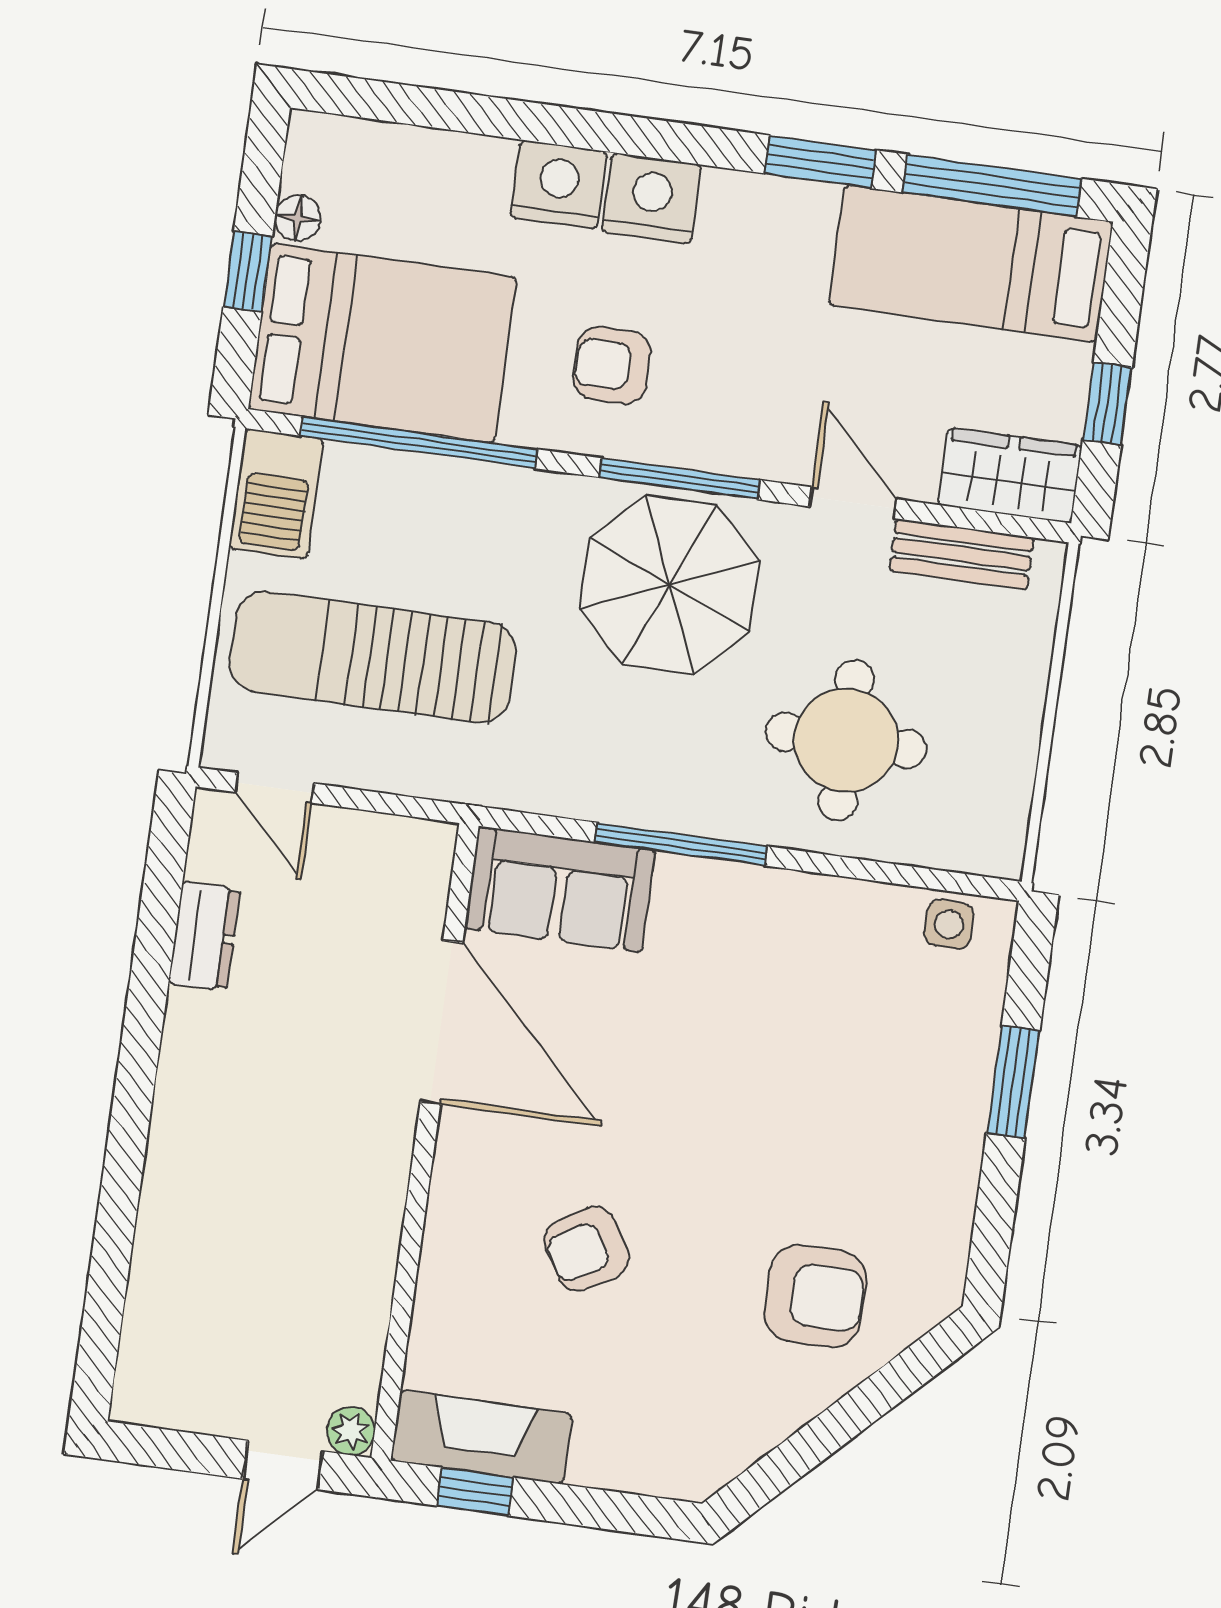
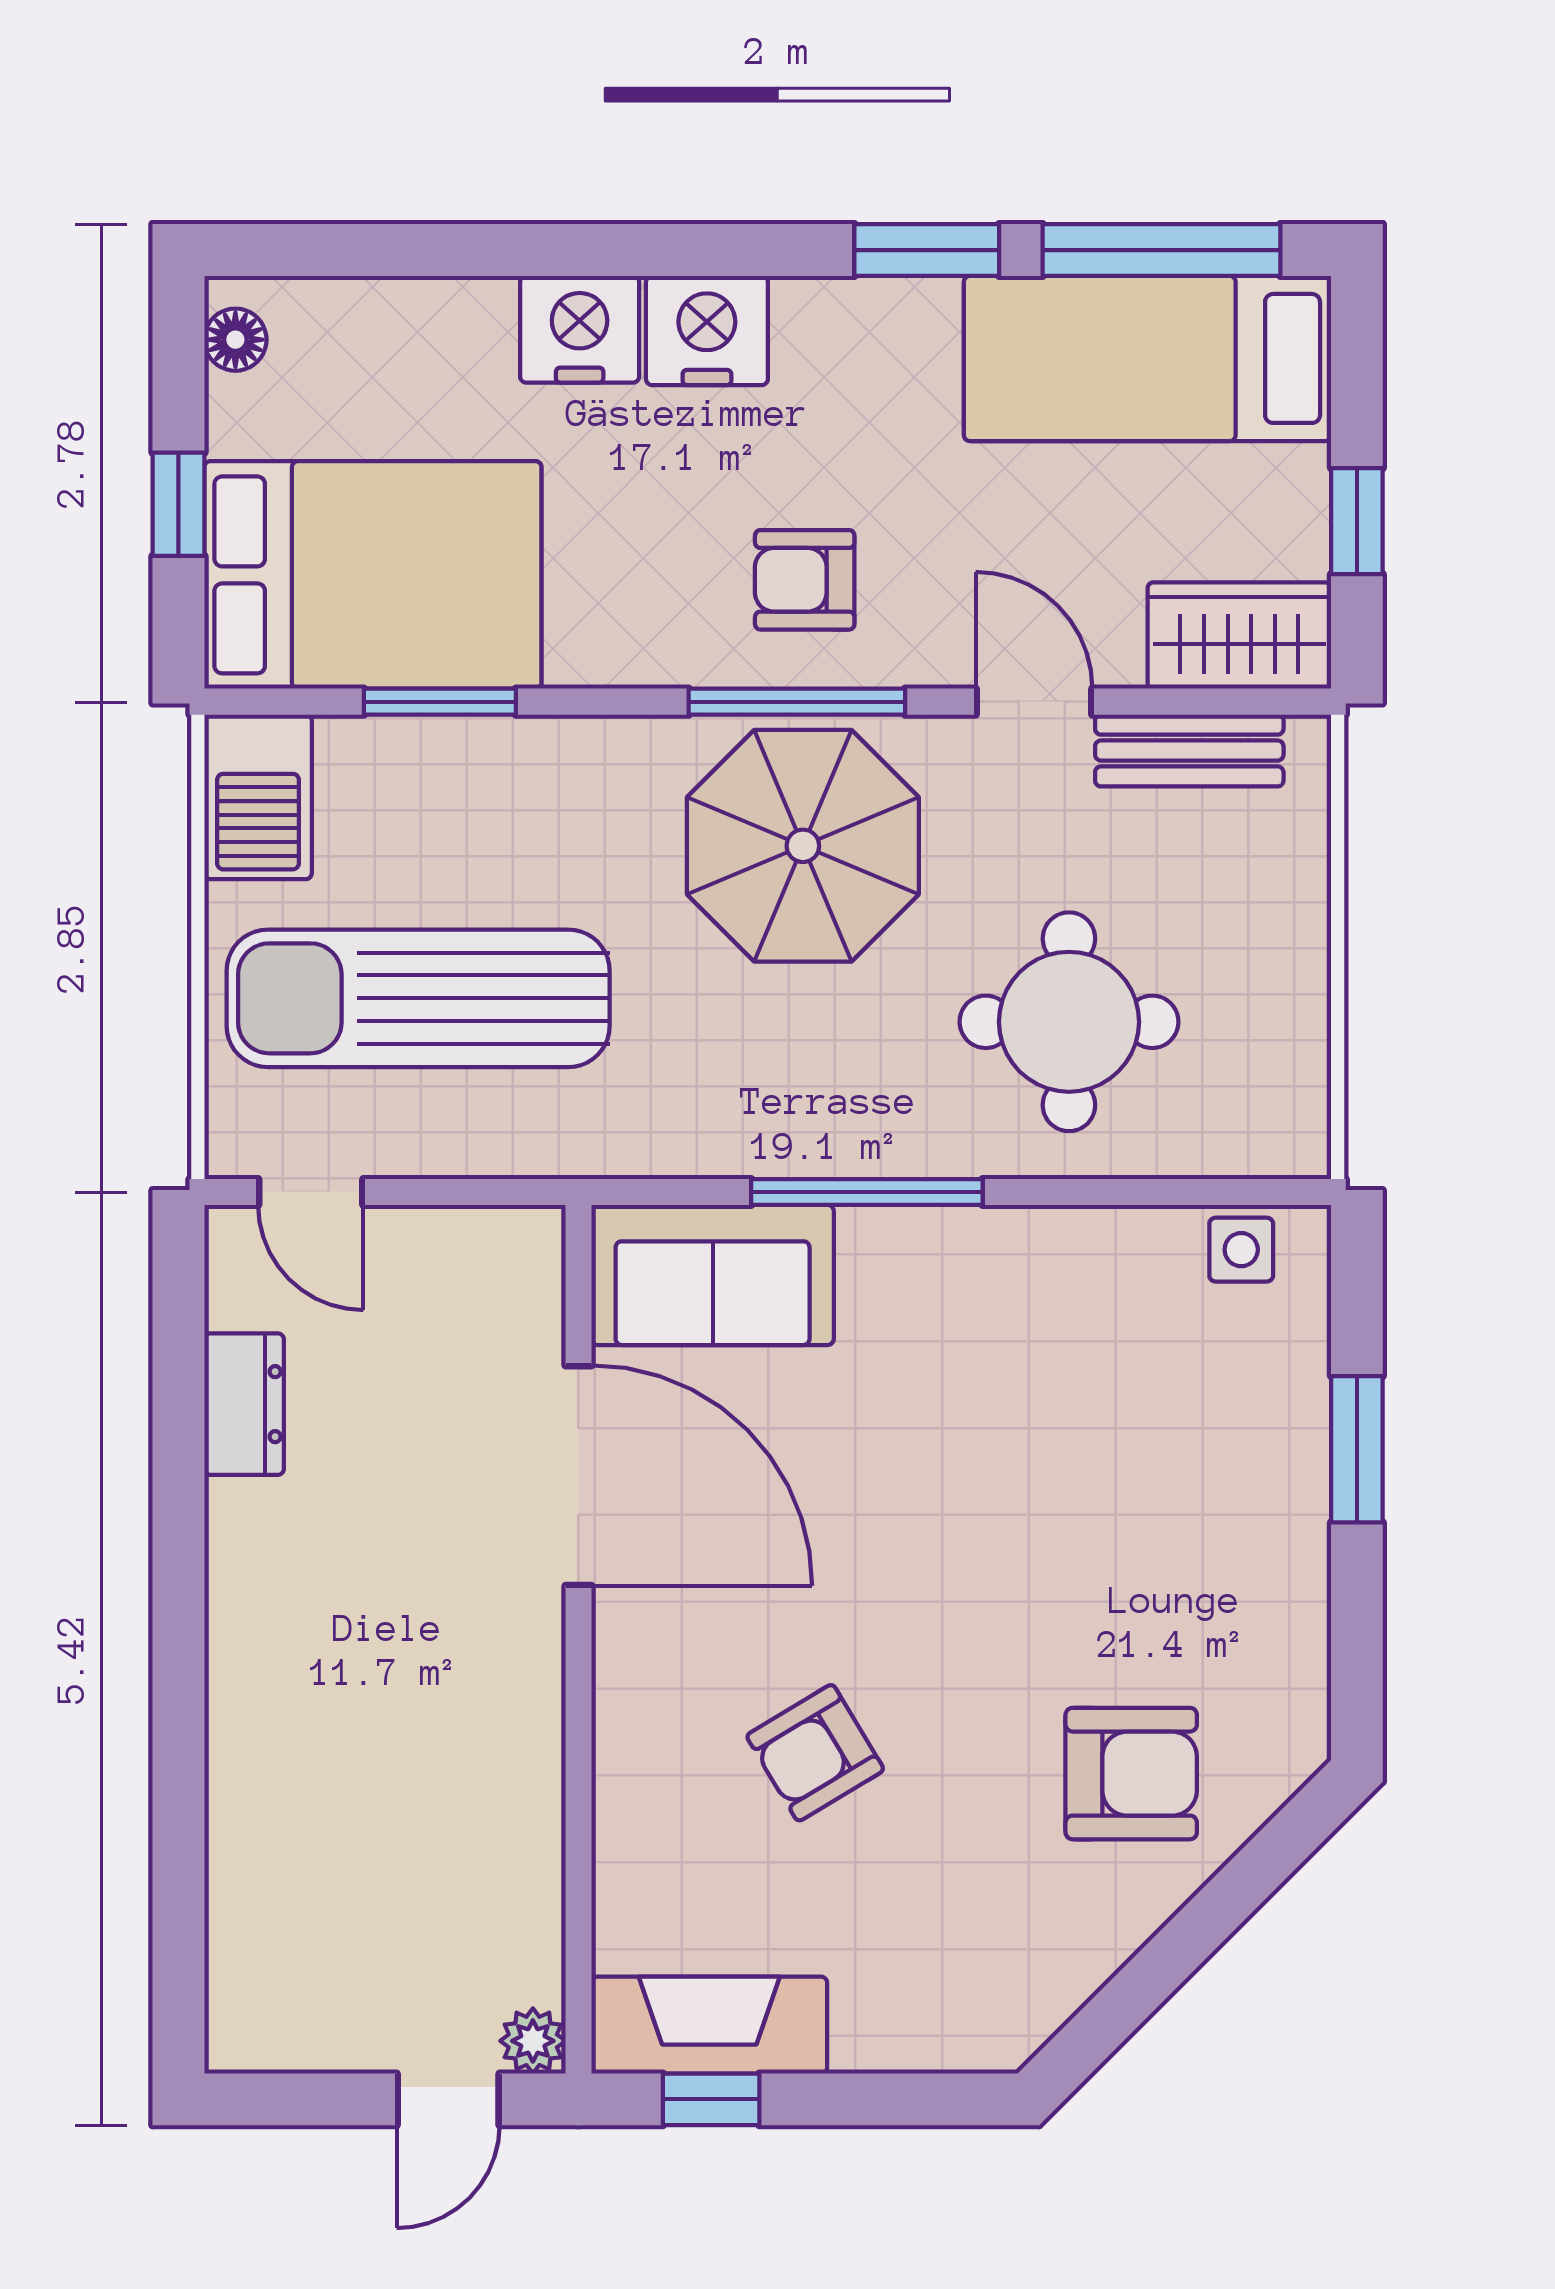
floor lamp: (298, 218) -> (235, 340), moved
armchair: (612, 365) -> (805, 580), moved
window: (419, 442) -> (440, 702), width x0.47

